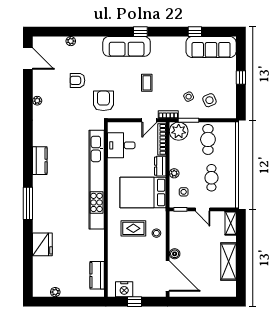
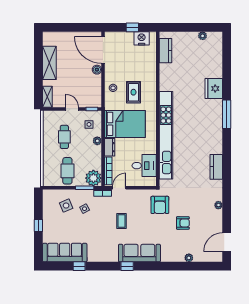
door: (28, 59) -> (227, 242), hinge flipped
kitchen counter: (40, 161) -> (216, 167), moved
rug: (133, 228) -> (133, 92), turned 90
fridge: (42, 244) -> (214, 89), moved

